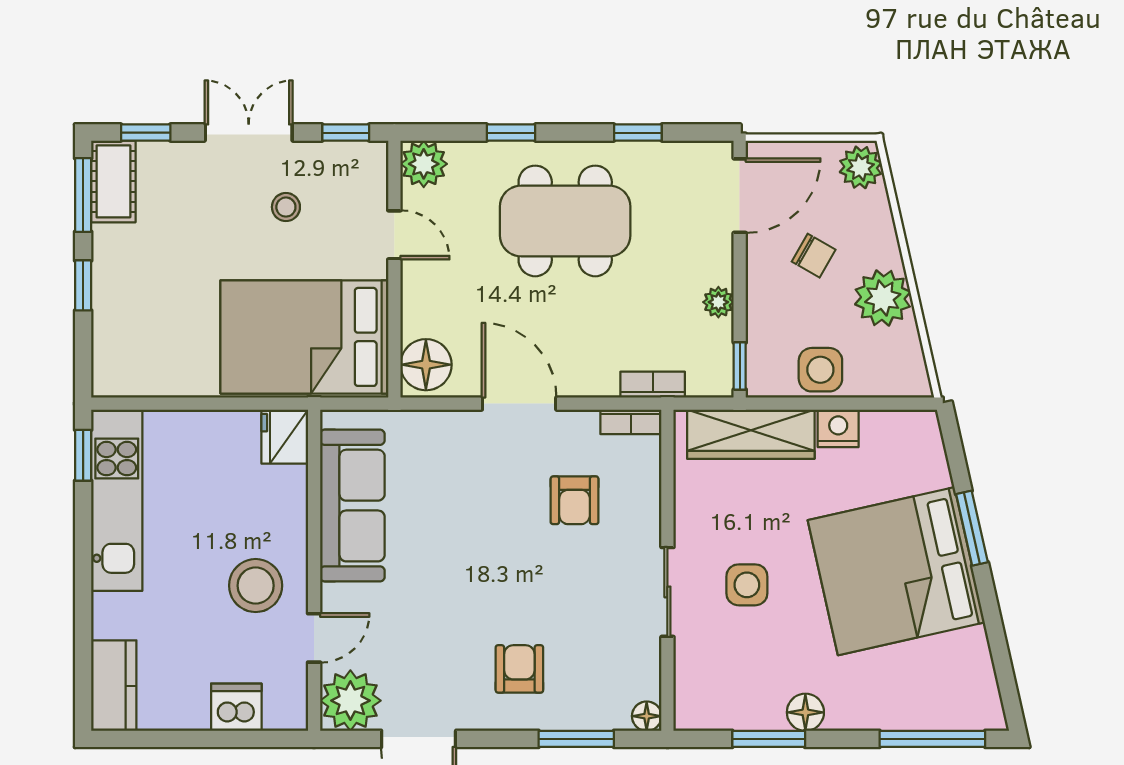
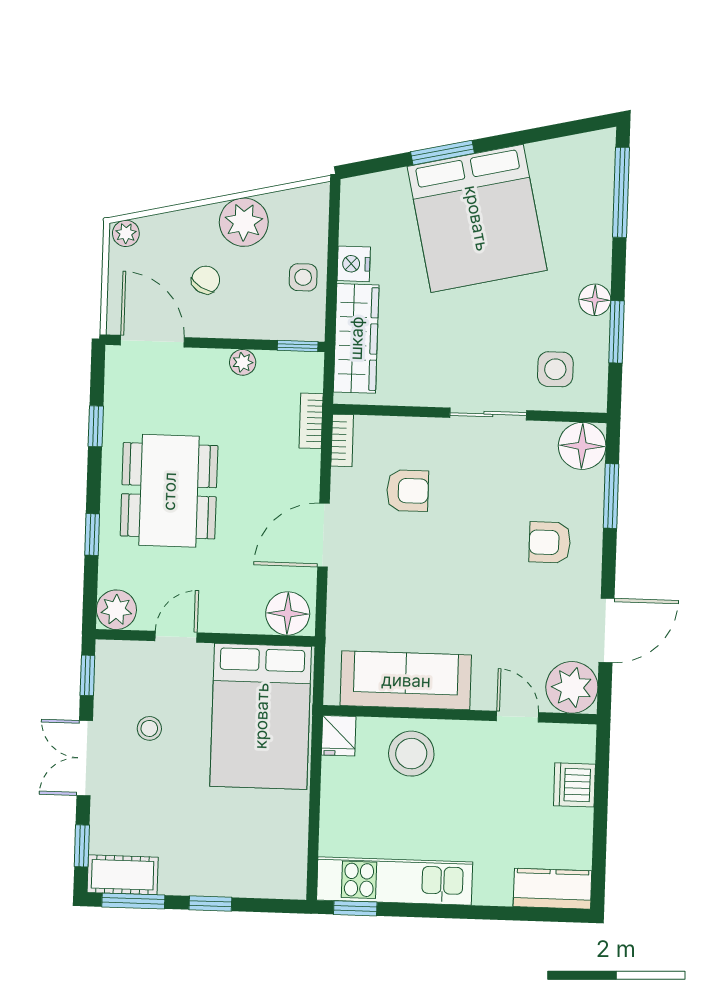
plant: (861, 167) -> (126, 233), width x0.73, depth x0.73
side table: (820, 370) -> (303, 277), width x0.73, depth x0.73
fridge: (285, 437) -> (339, 736), width x0.72
side table: (747, 585) -> (555, 369), moved
stool: (256, 586) -> (411, 754), moved
floor lamp: (647, 716) -> (582, 446), width x1.89, depth x1.89

